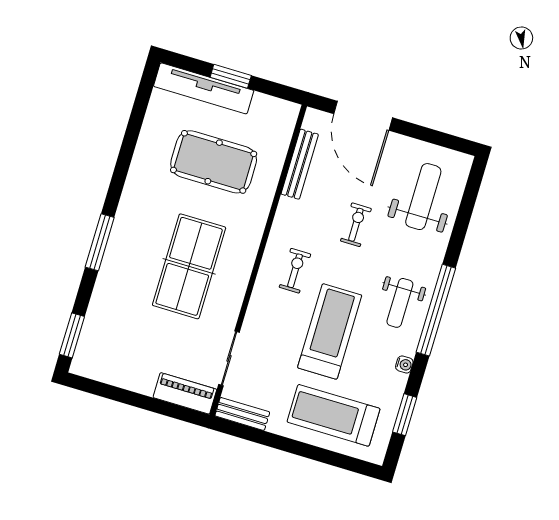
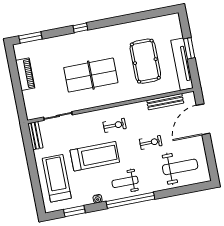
tv unit: (204, 88) -> (182, 64), moved
window: (100, 242) -> (80, 28), width x0.46
piano: (185, 393) -> (25, 74), moved

